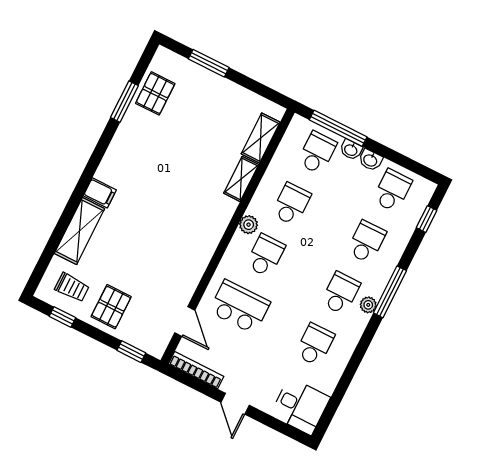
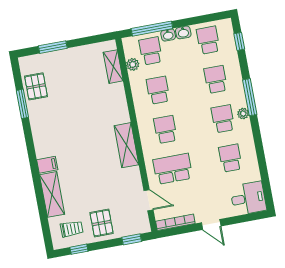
shelving: (241, 179) -> (126, 145), moved, width x1.50, depth x1.33
plant: (249, 225) -> (133, 64), moved

